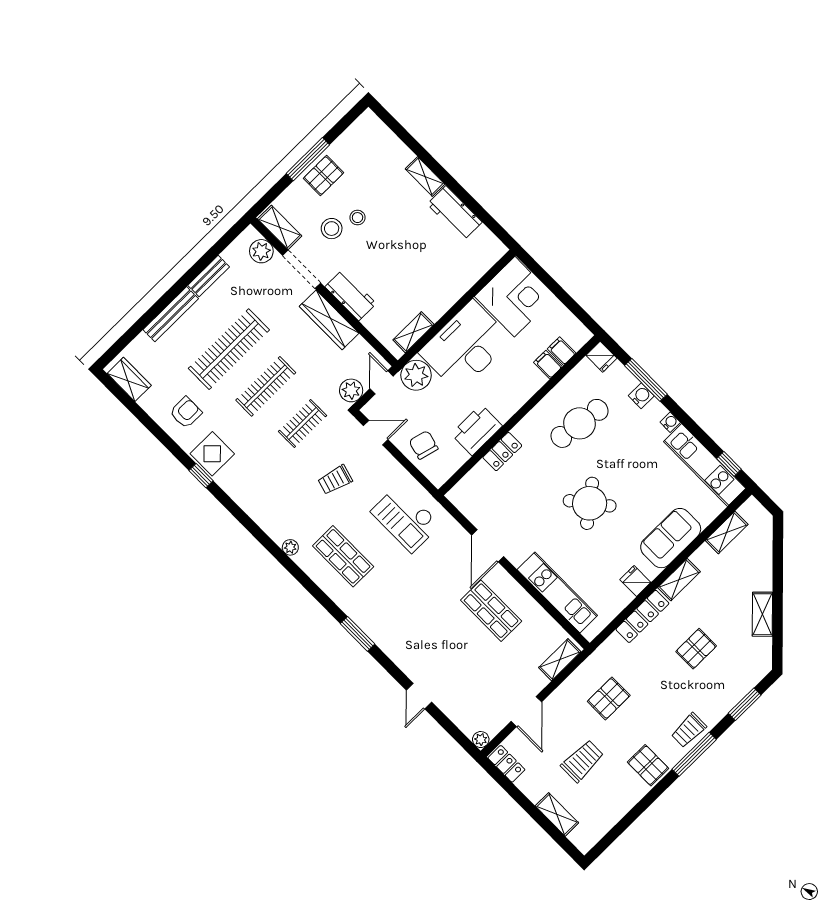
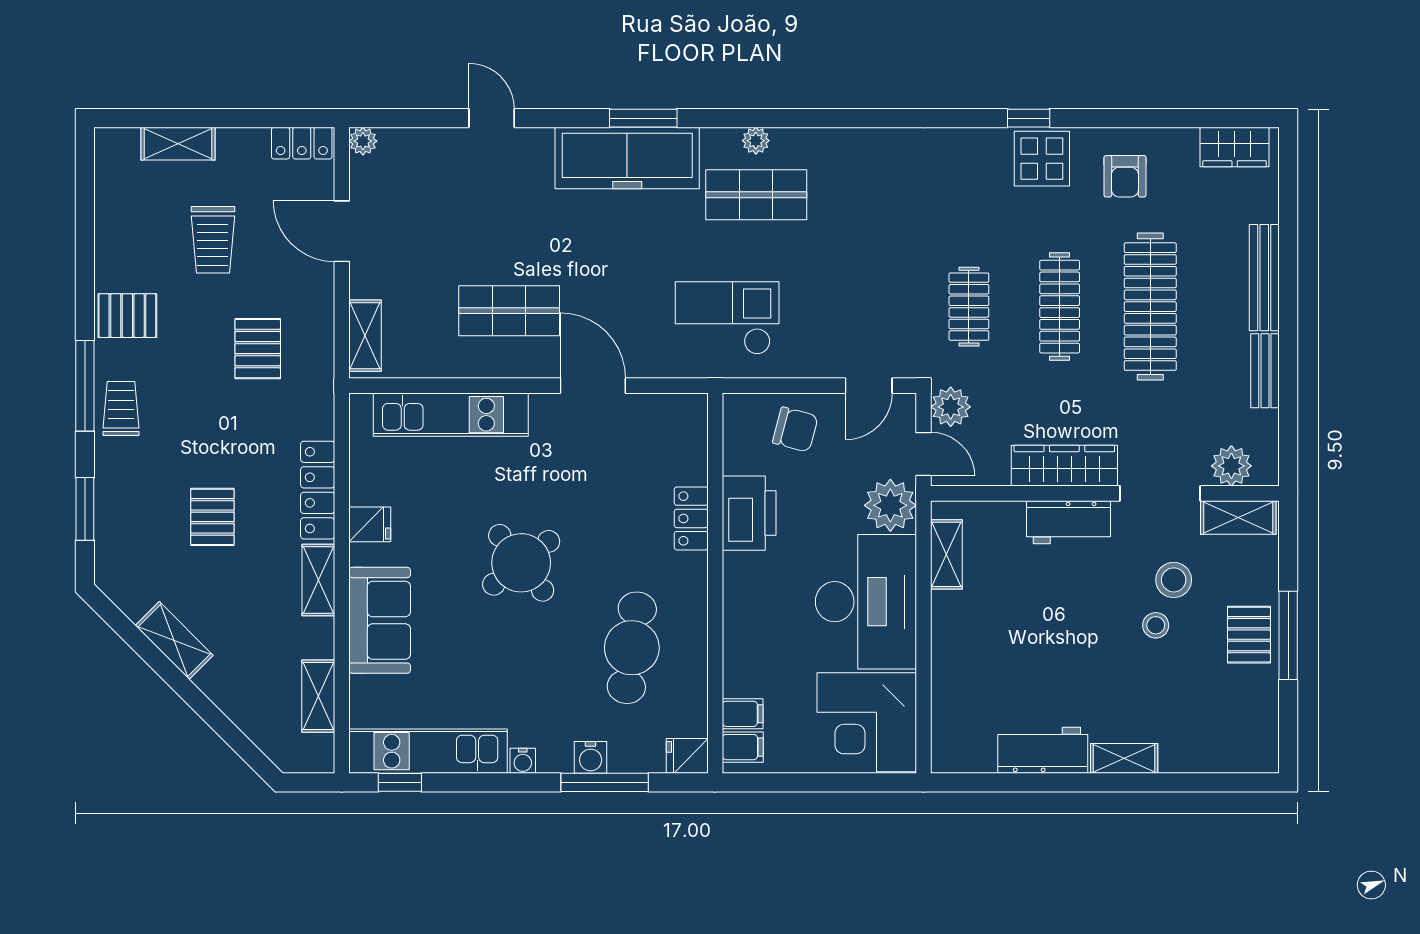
filing cabinet: (548, 365) -> (743, 747), moved
trolley: (335, 480) -> (860, 278), removed
plant: (290, 547) -> (756, 141), moved
freezer: (380, 624) -> (627, 158), added

